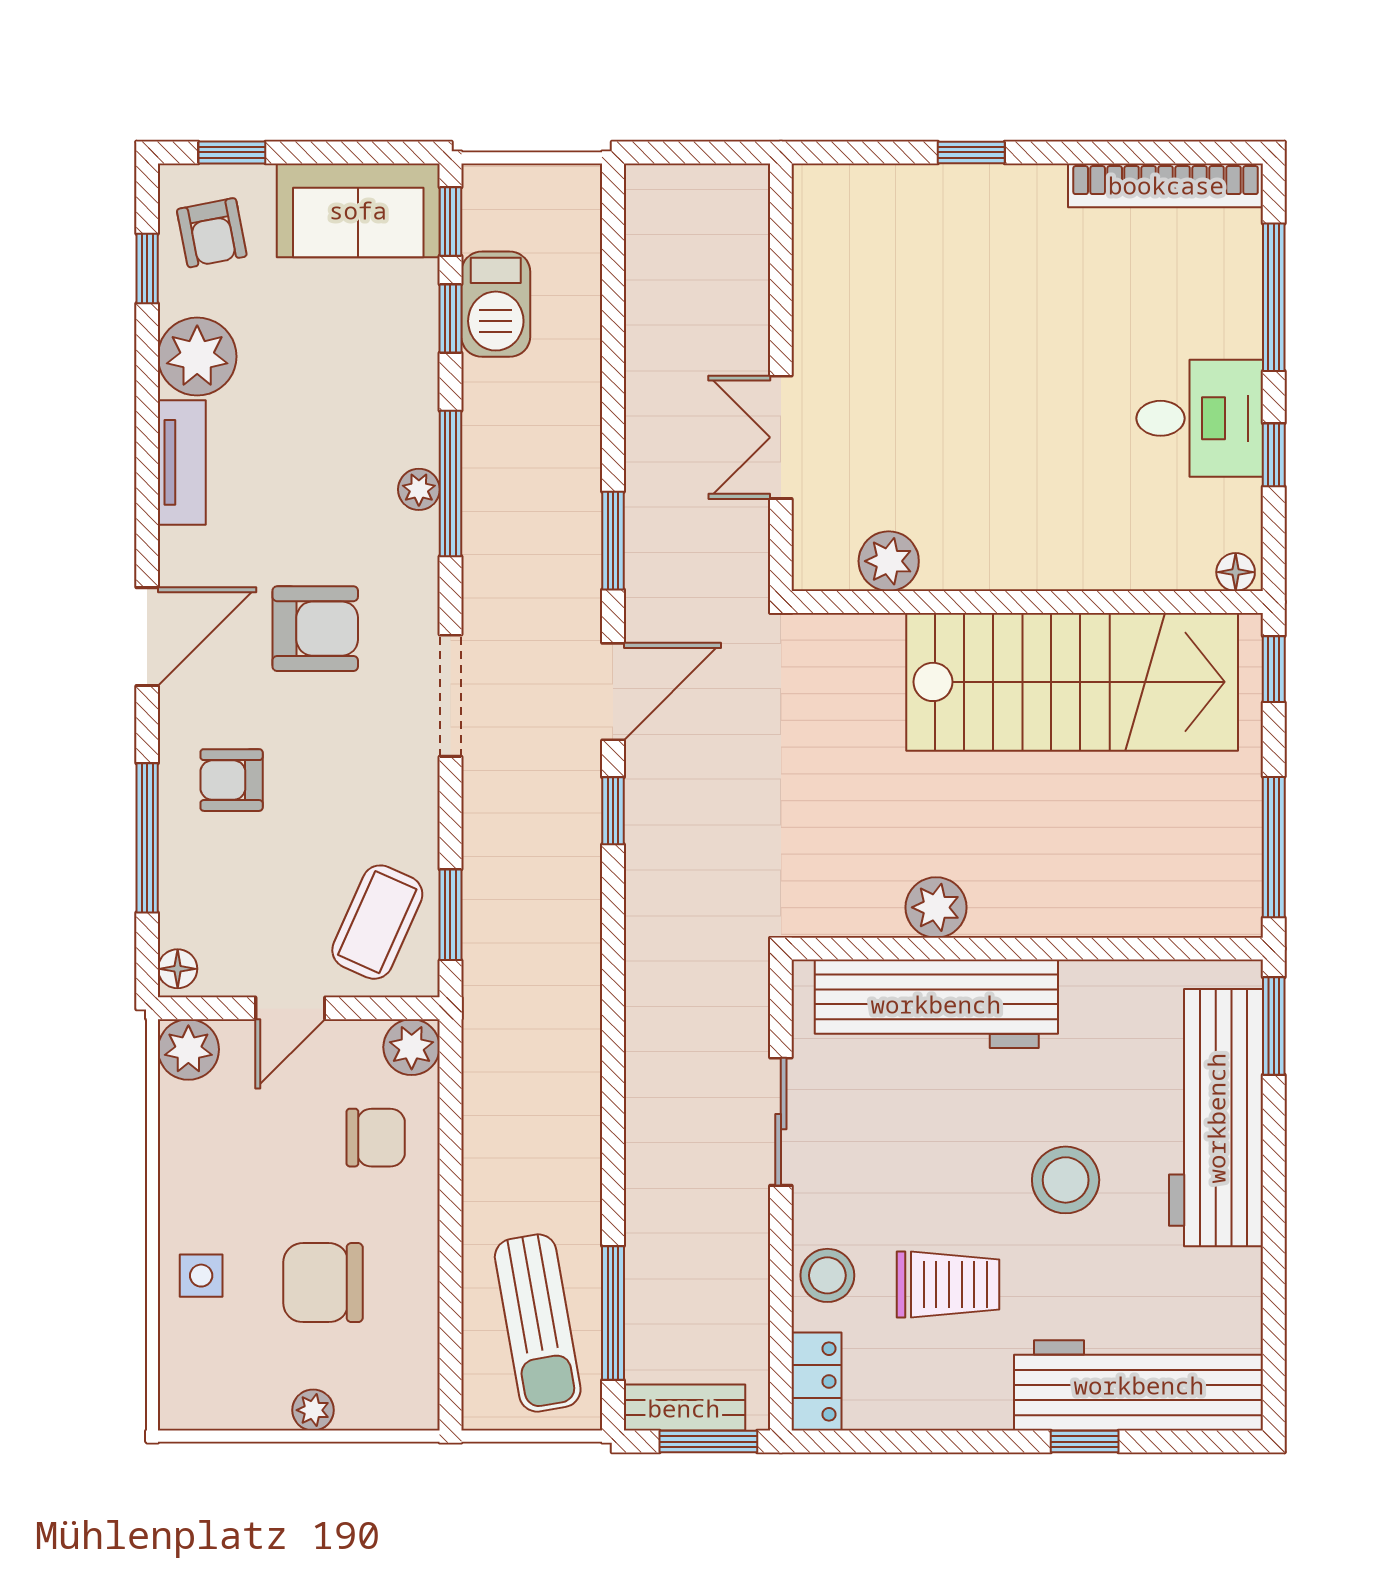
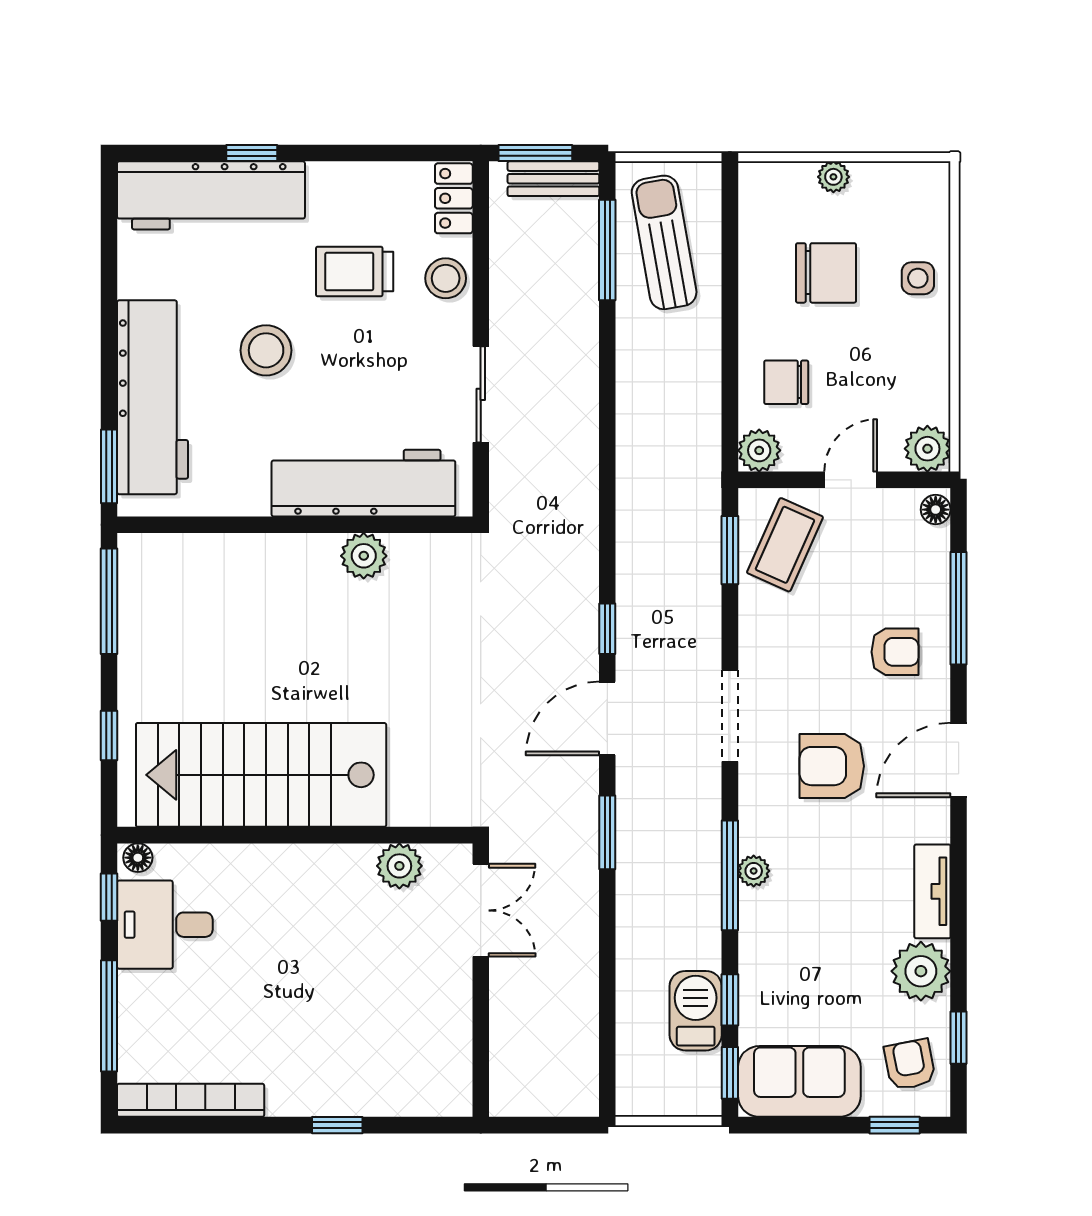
plant: (889, 561) -> (399, 866), moved
floor lamp: (1236, 572) -> (138, 858), moved
wall: (1027, 602) -> (295, 835), moved
stairs: (1072, 682) -> (261, 775), moved

